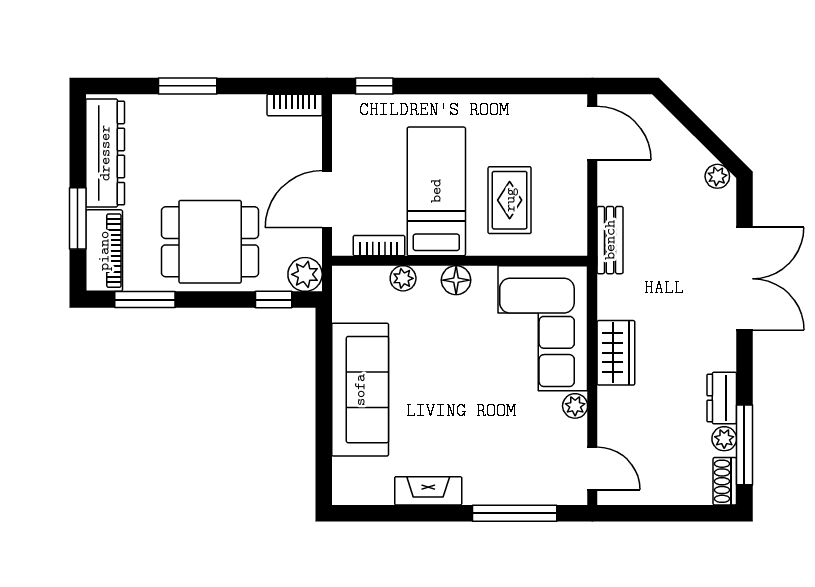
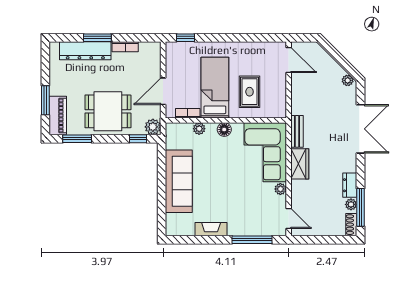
bookcase: (295, 105) -> (125, 47), moved
dresser: (105, 153) -> (85, 51), moved, turned 90
bench: (610, 240) -> (297, 131), moved

